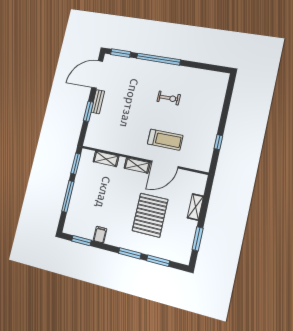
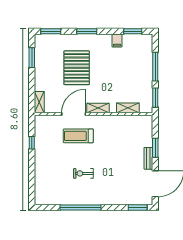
window: (158, 59) -> (80, 207), moved
shelving: (195, 207) -> (39, 102), moved
window: (158, 261) -> (51, 31), moved

